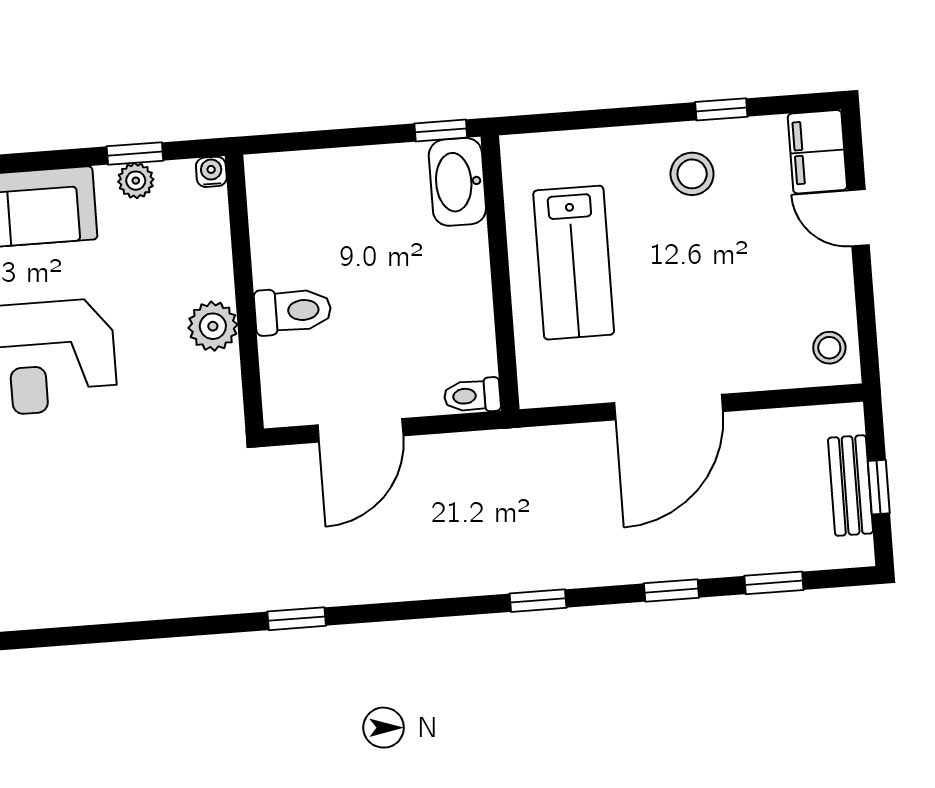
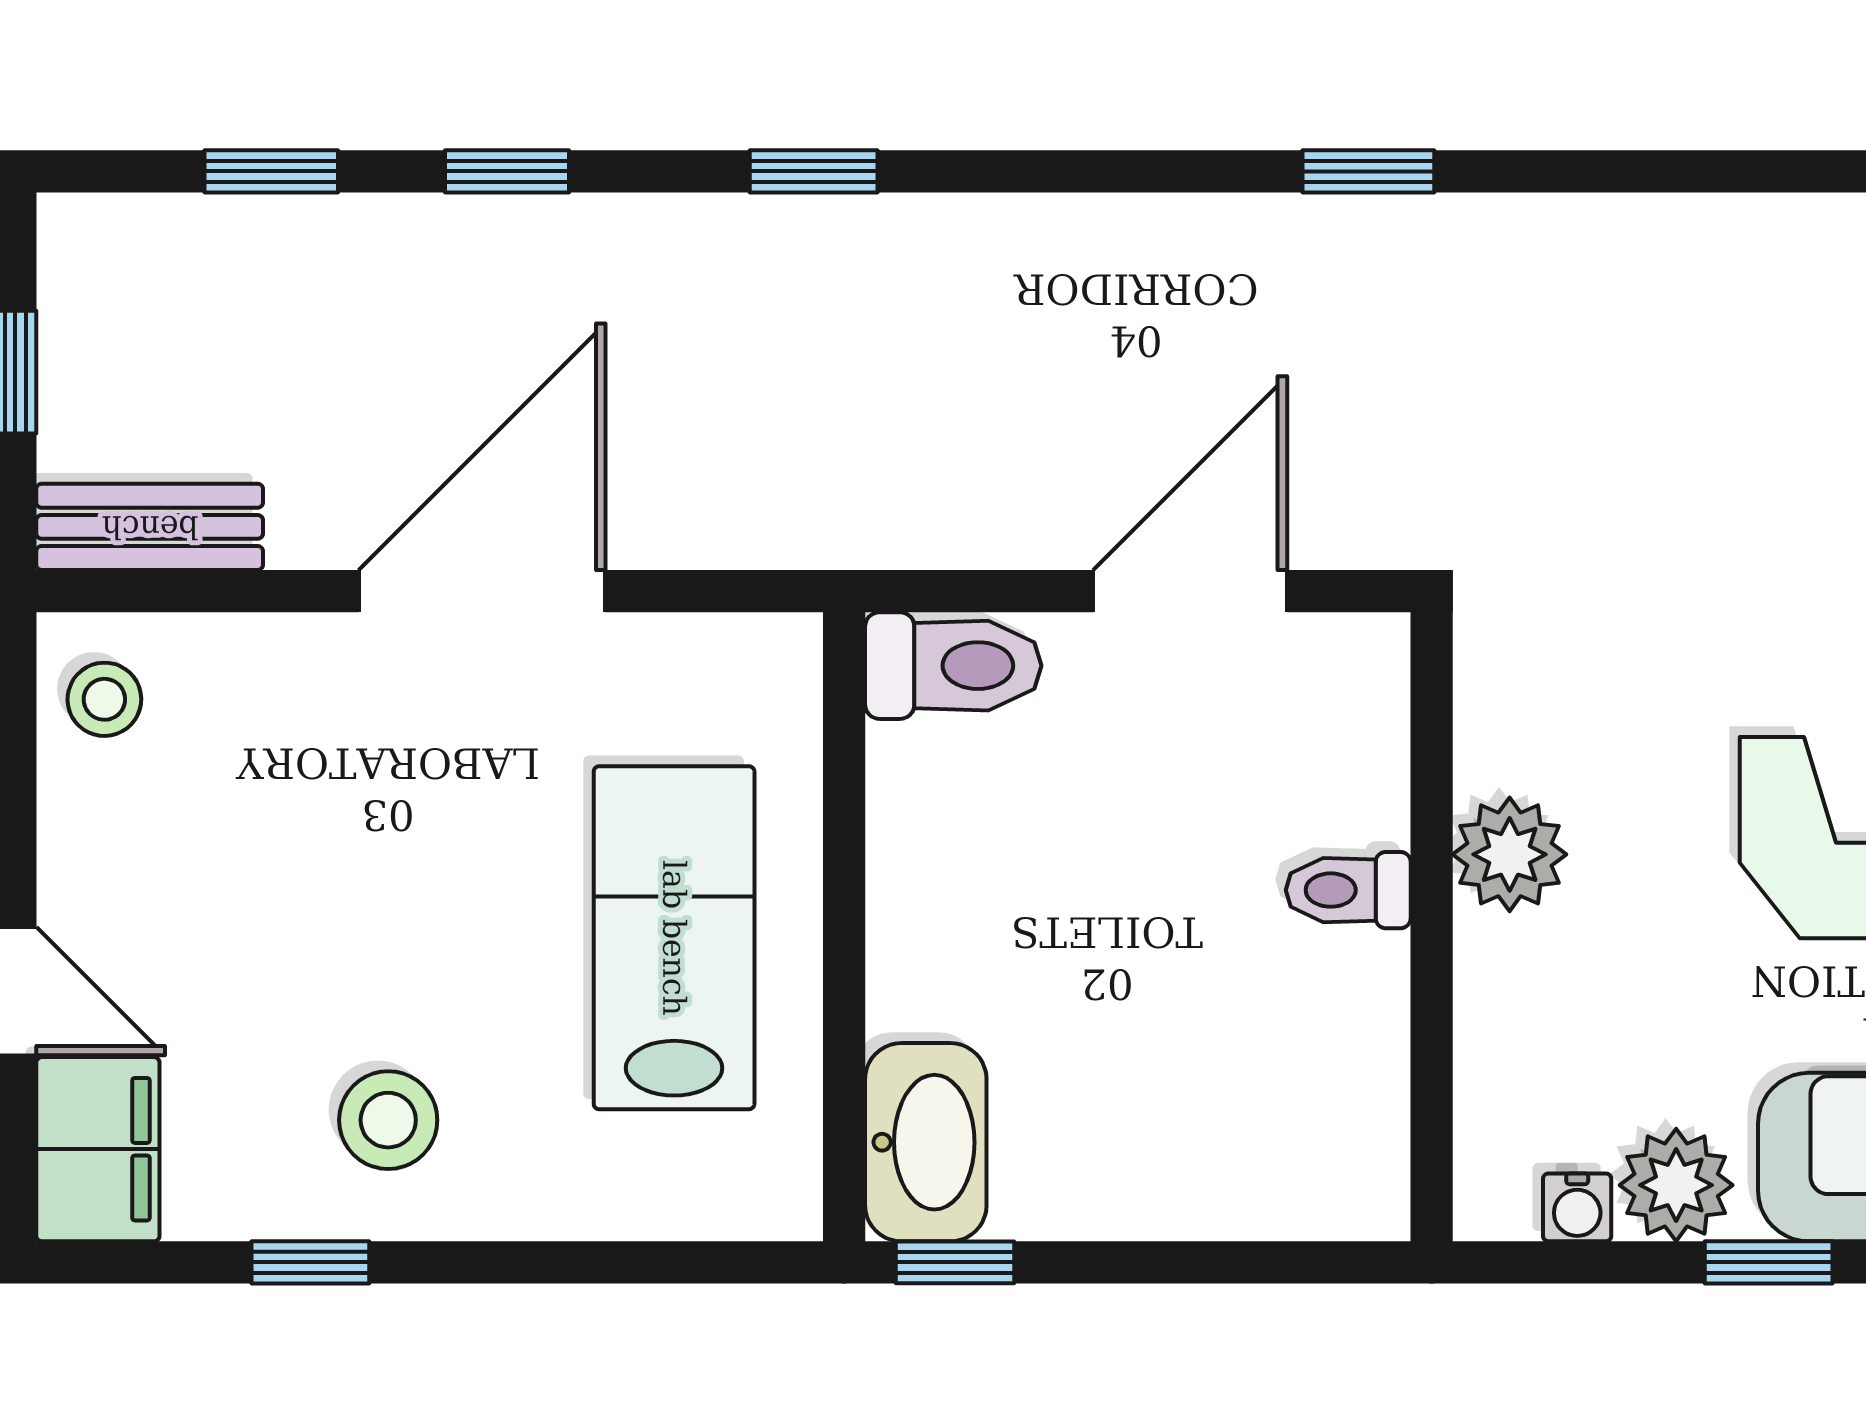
window: (135, 153) -> (1769, 1262), moved
water cooler: (211, 172) -> (1577, 1207), moved
plant: (136, 181) -> (1676, 1185), width x1.38, depth x1.38
toilet: (293, 311) -> (1348, 890), width x0.73, depth x0.72
toilet: (472, 396) -> (953, 666), width x1.37, depth x1.39
bench: (851, 486) -> (150, 527), moved, turned 90

